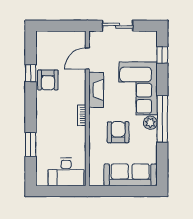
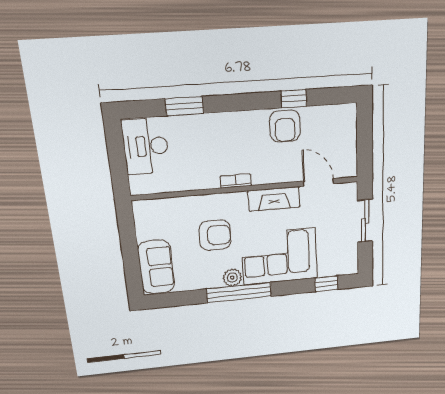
armchair: (48, 80) -> (285, 126), turned -90
desk: (66, 172) -> (146, 146), moved
sofa: (130, 175) -> (156, 267), width x0.73

